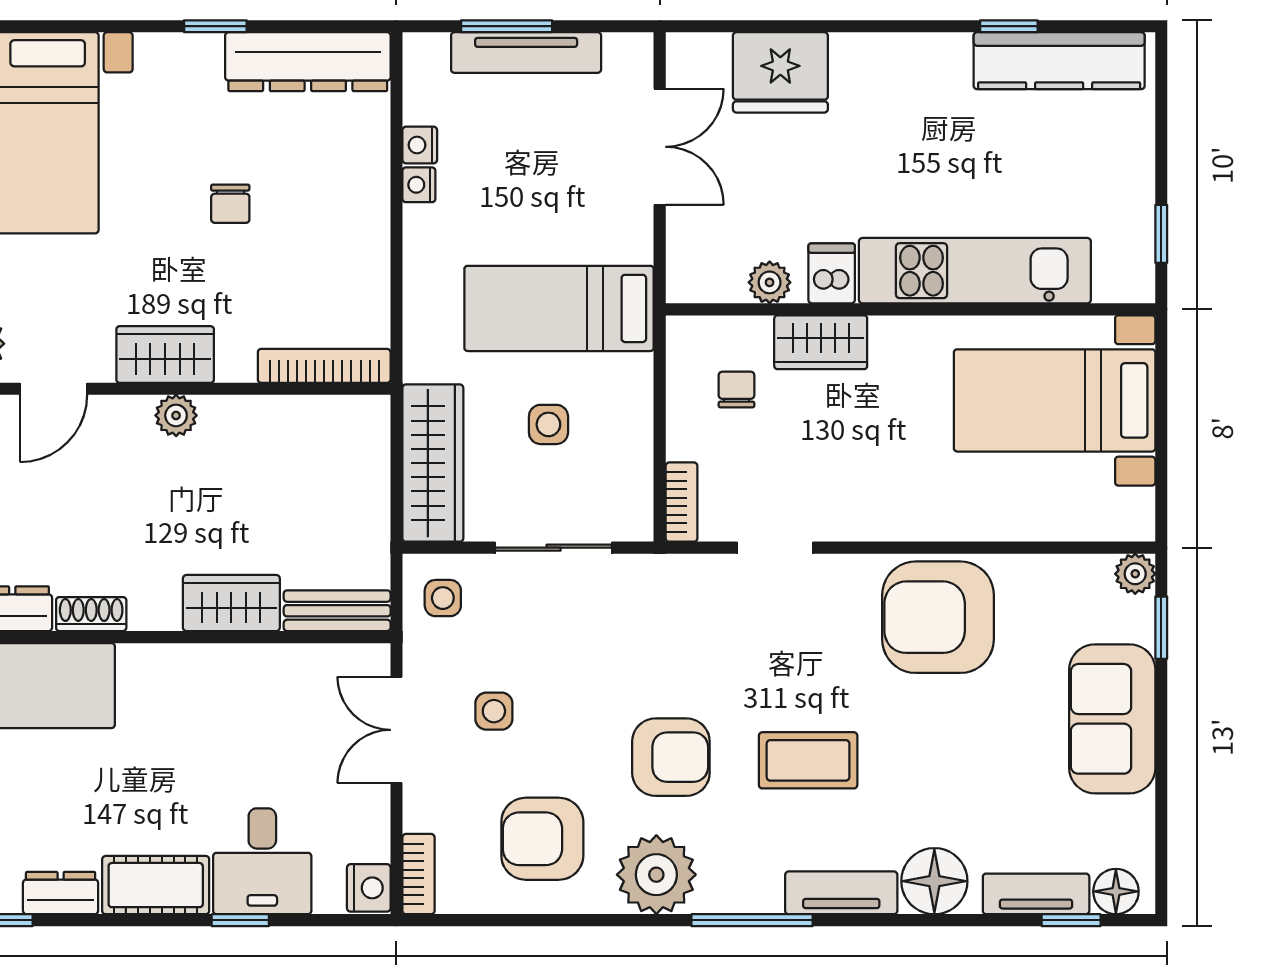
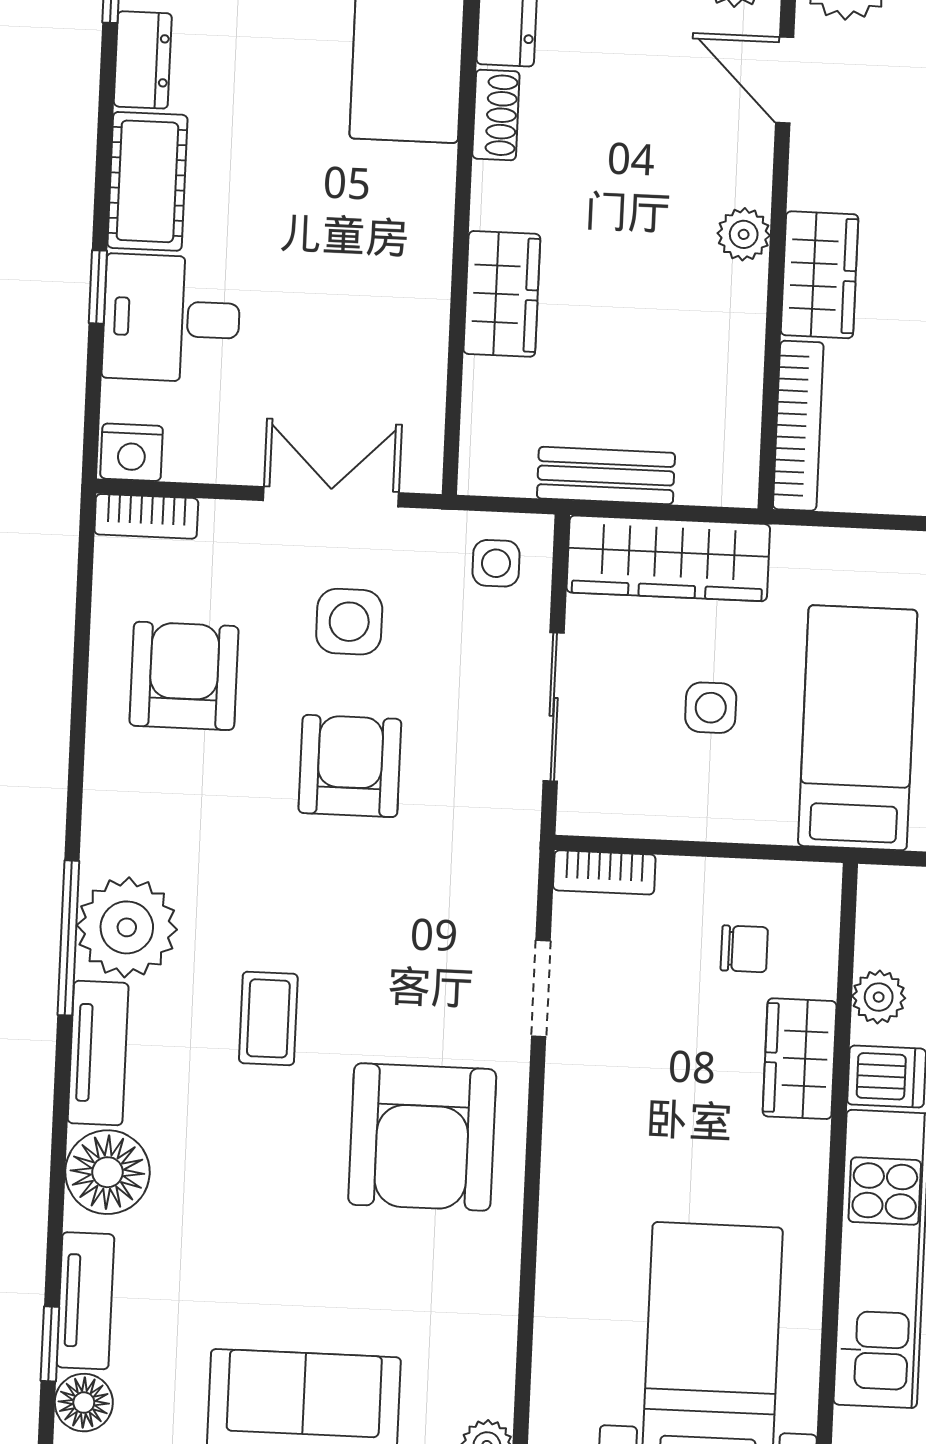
wardrobe: (165, 354) -> (820, 275), moved
bench: (337, 611) -> (606, 476), moved, turned 90
armchair: (938, 617) -> (422, 1137), moved, turned 180
side table: (494, 711) -> (349, 622), width x1.37, depth x1.37
armchair: (671, 757) -> (350, 766), moved, turned 180
coffee table: (808, 760) -> (268, 1018), width x0.73, depth x0.77
plant: (656, 875) -> (127, 927), moved

